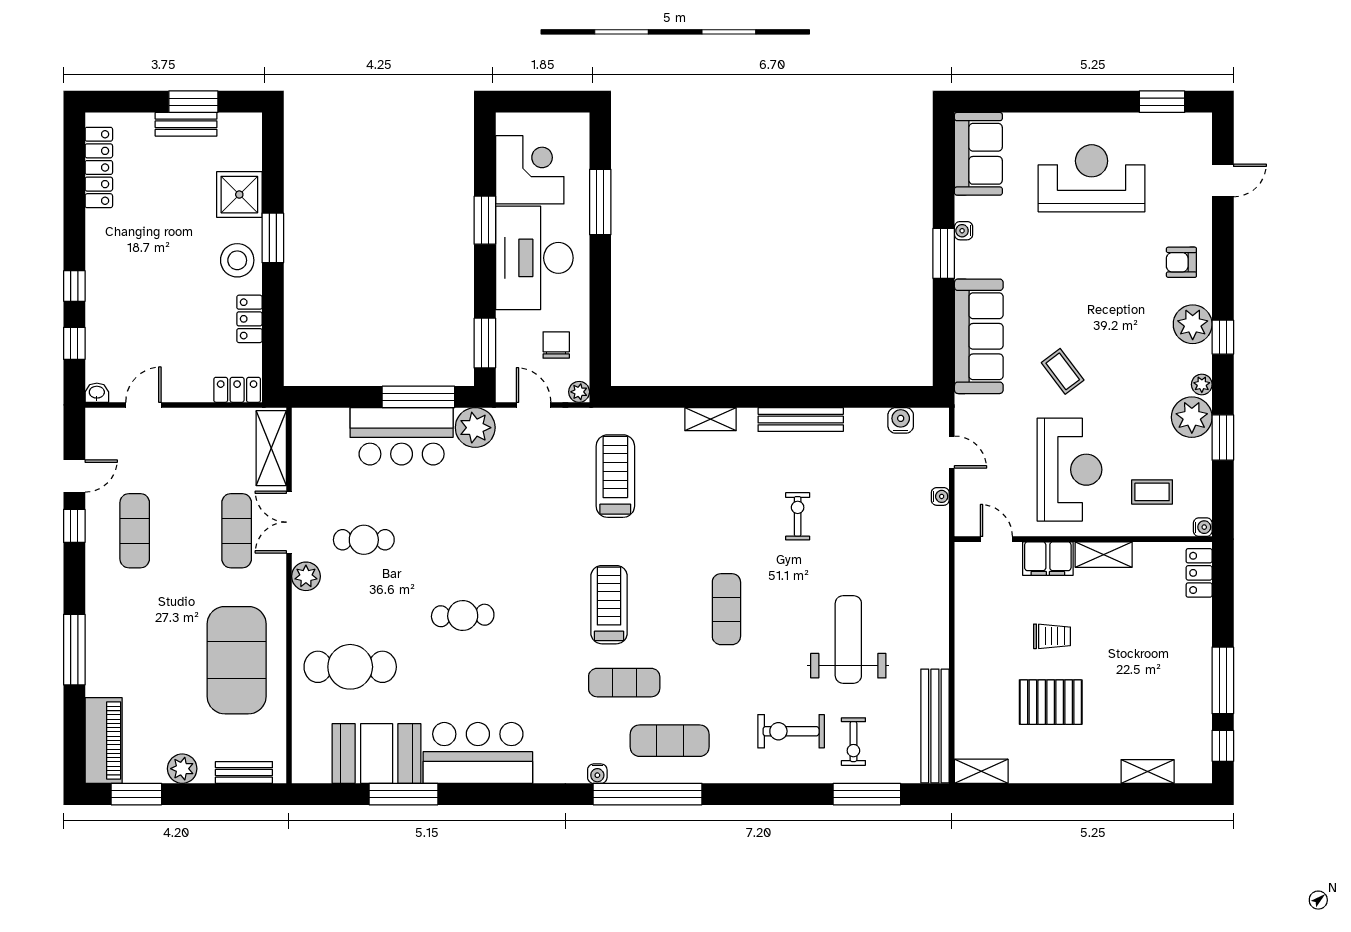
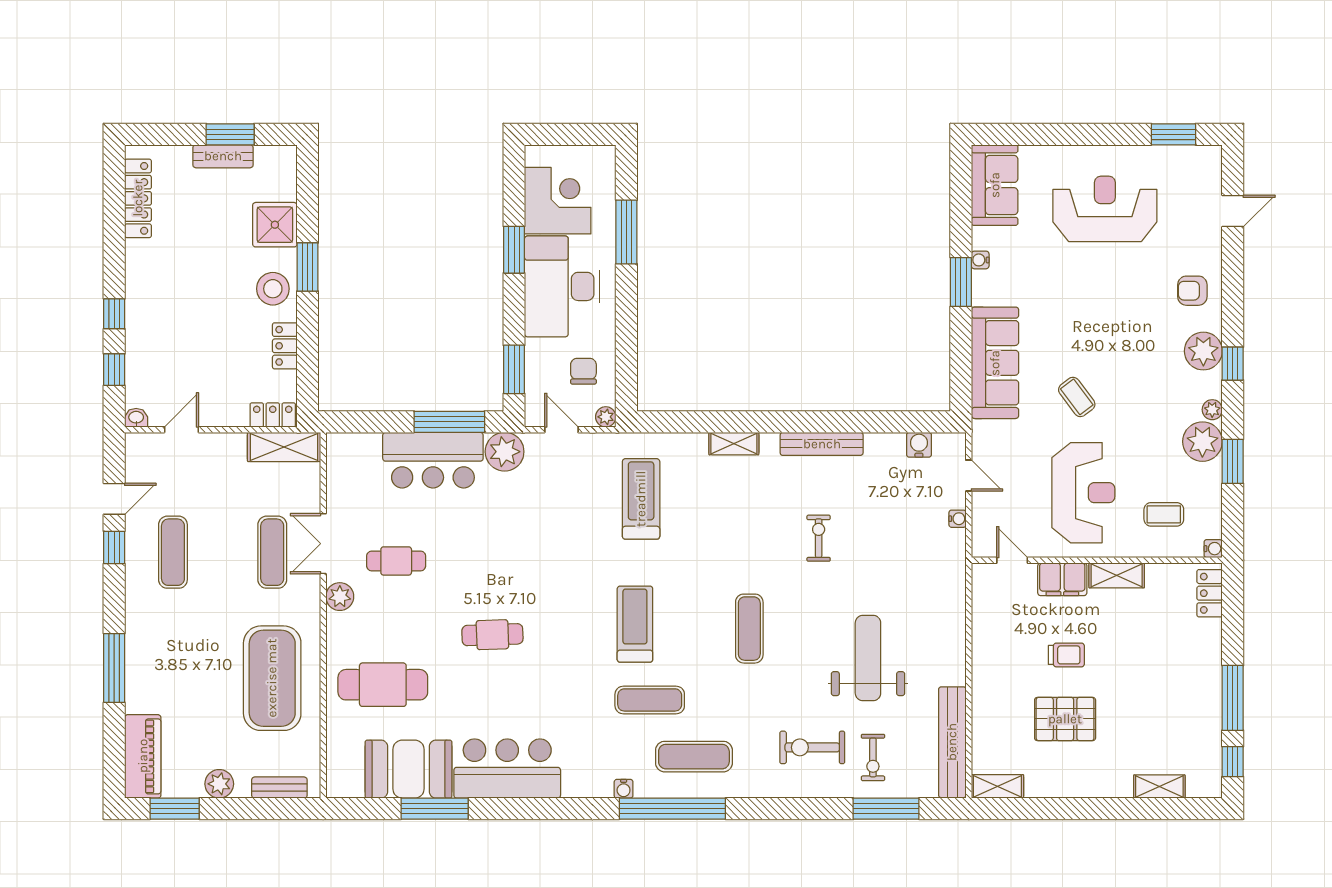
shelving: (271, 448) -> (284, 447), moved, turned 90

